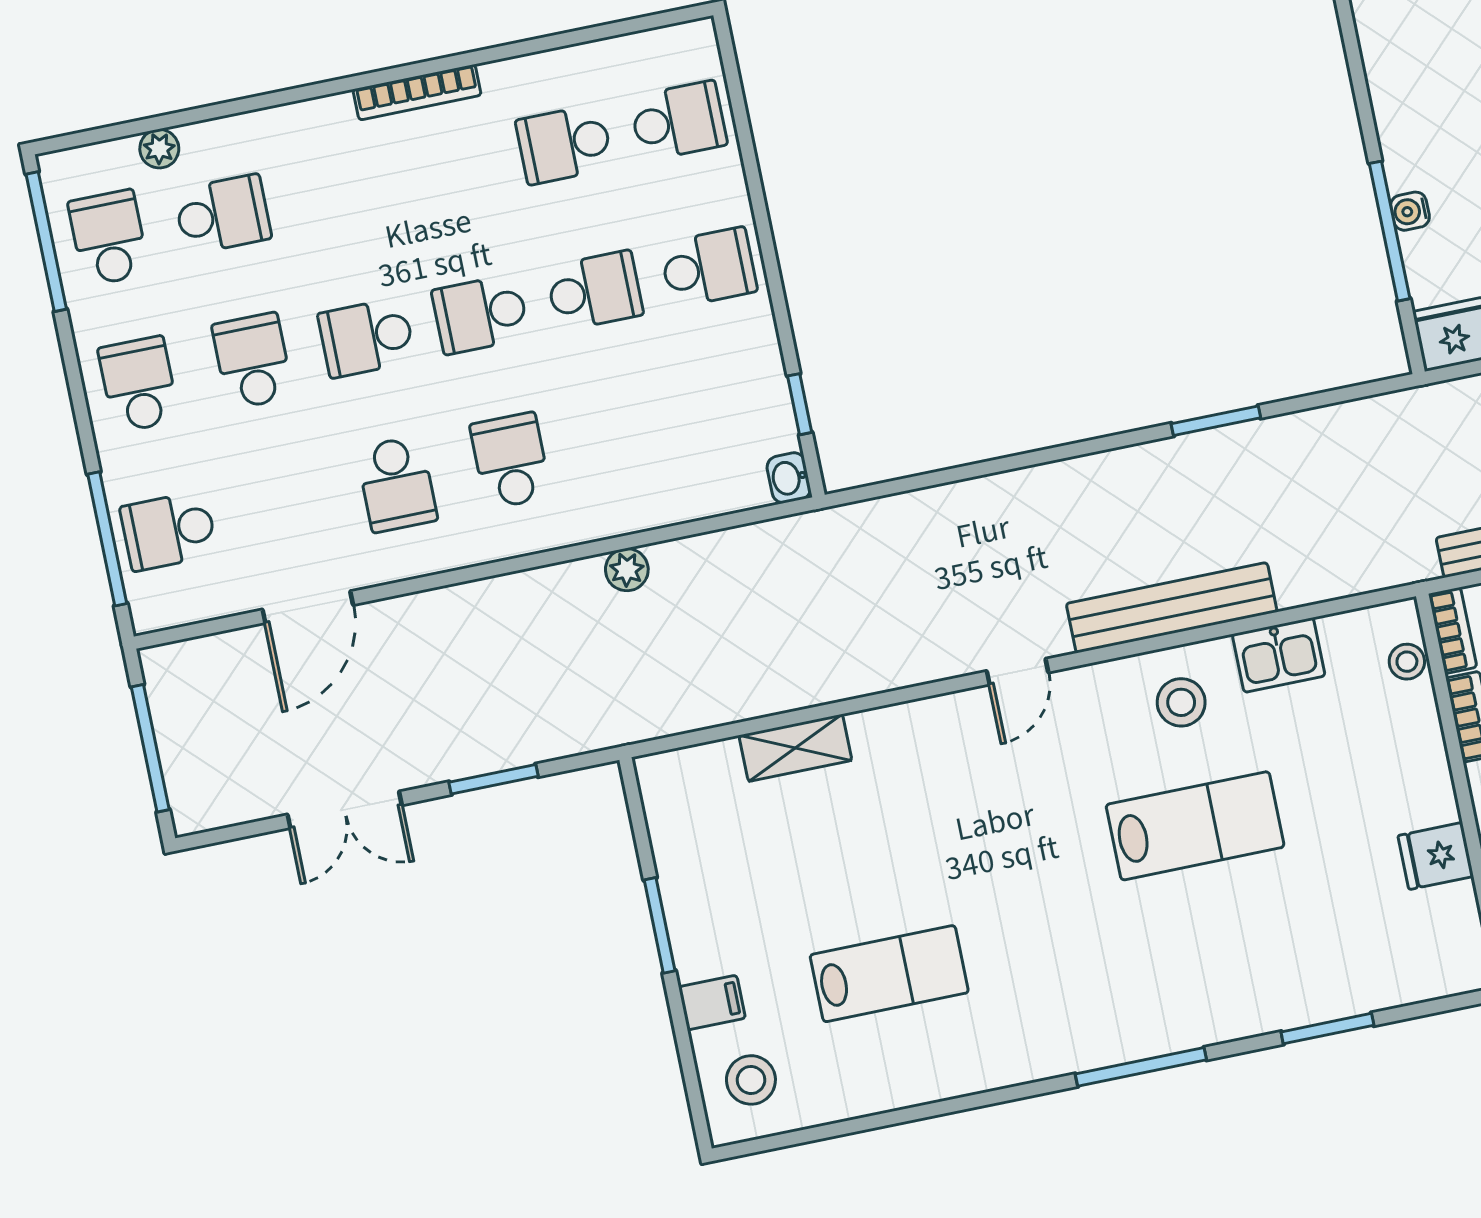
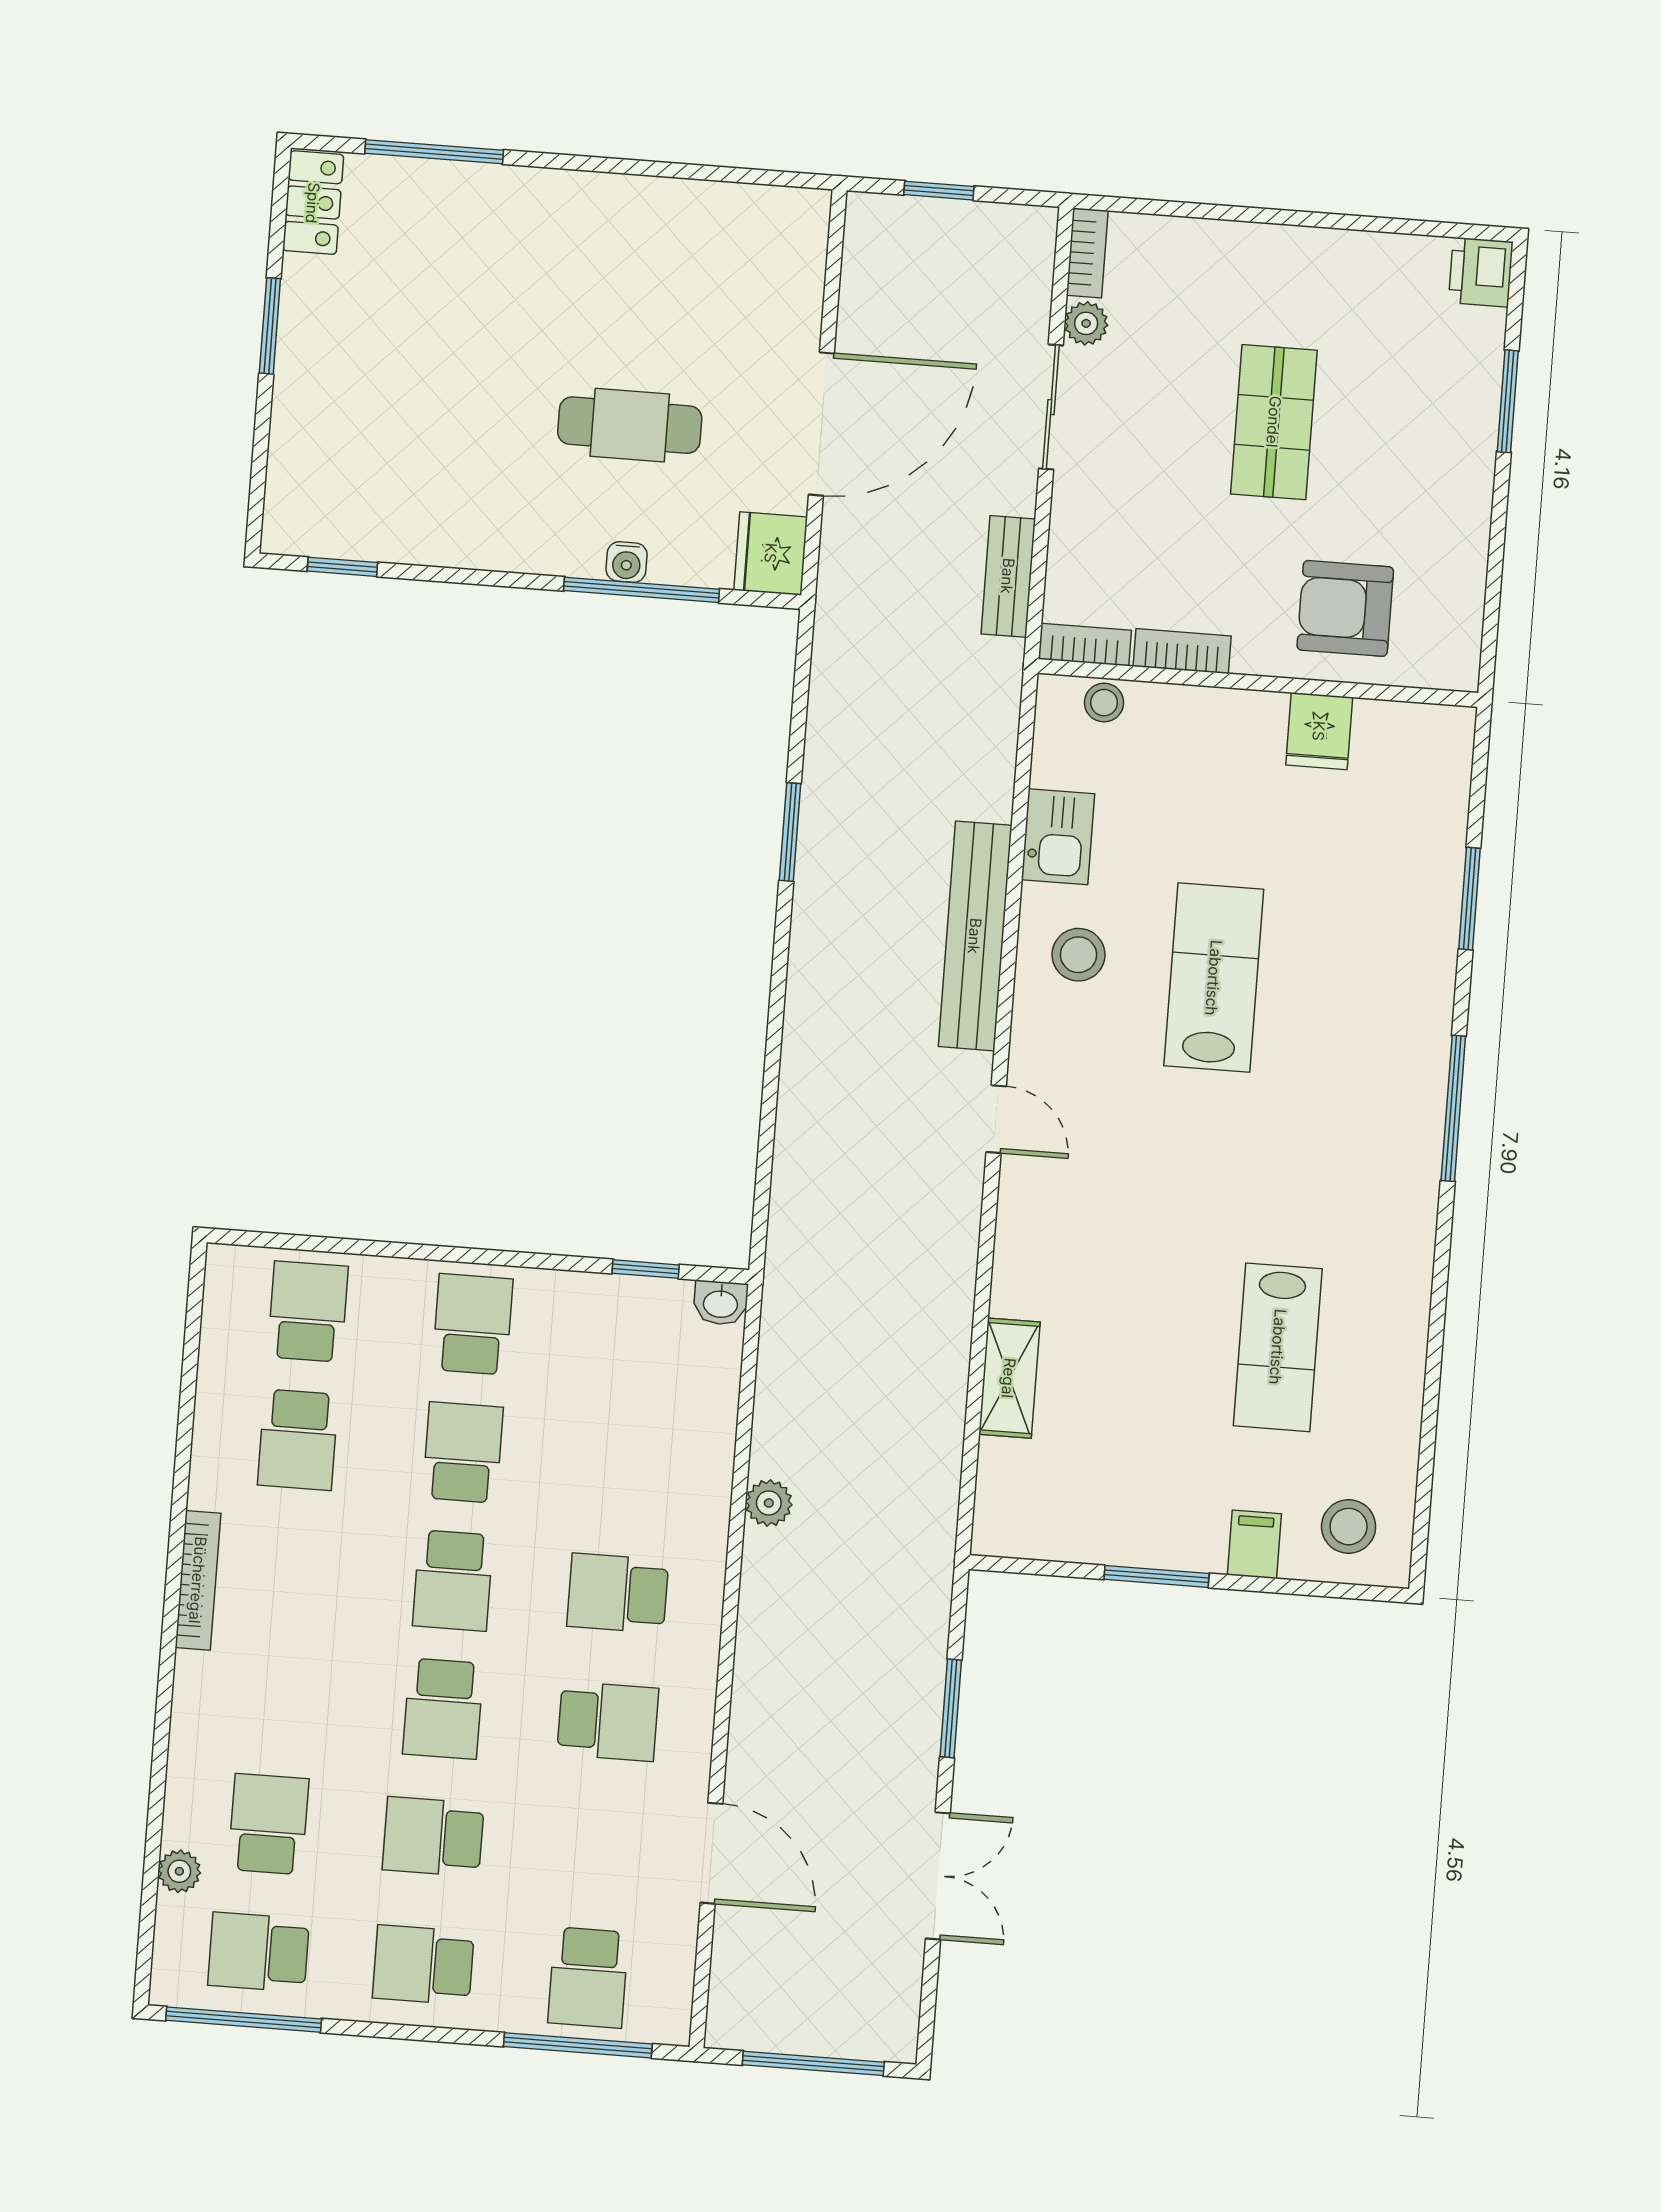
lab bench: (889, 974) -> (1278, 1347), turned 180

